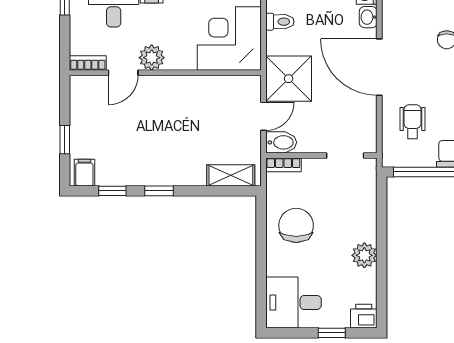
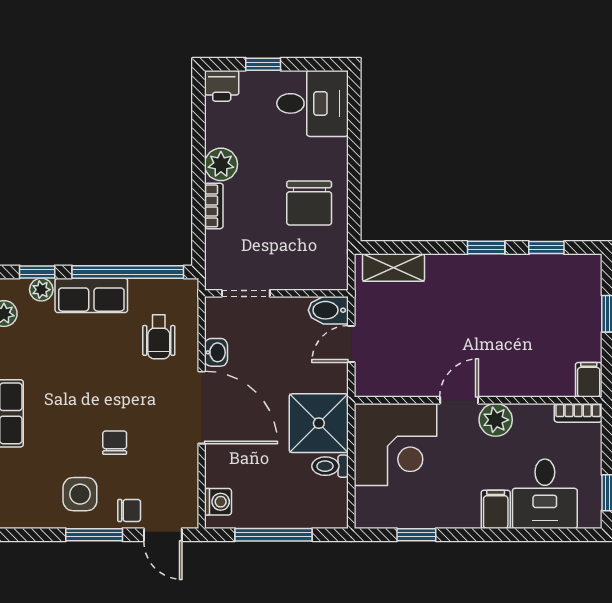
washbasin: (368, 17) -> (216, 352), moved
door: (123, 73) -> (459, 400), moved
shower: (289, 79) -> (319, 423), moved
bookcase: (283, 165) -> (214, 206), moved, turned 90
filing cabinet: (84, 173) -> (589, 380), moved, turned 180

